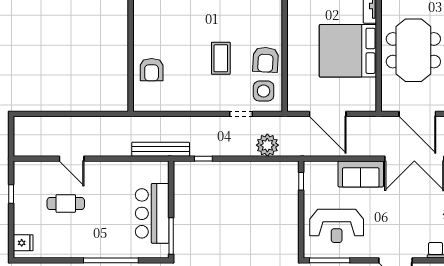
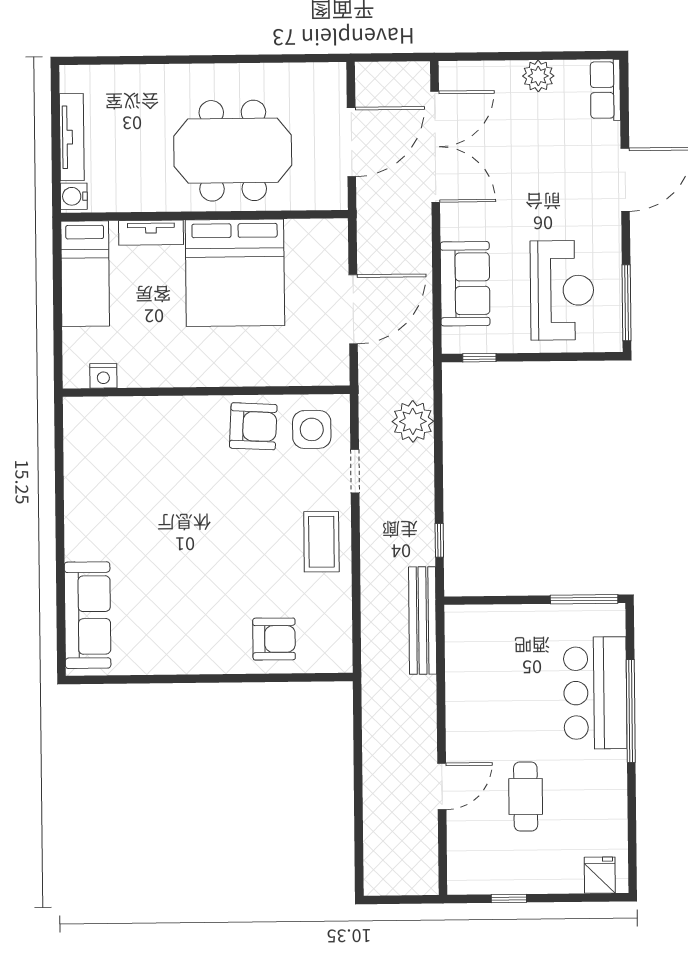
coffee table: (221, 58) -> (321, 542), moved, turned 90
sofa: (361, 174) -> (465, 284), moved
bar counter: (152, 213) -> (595, 693), moved, turned 90

